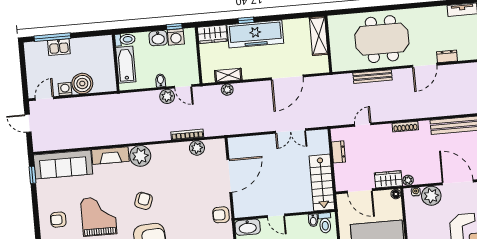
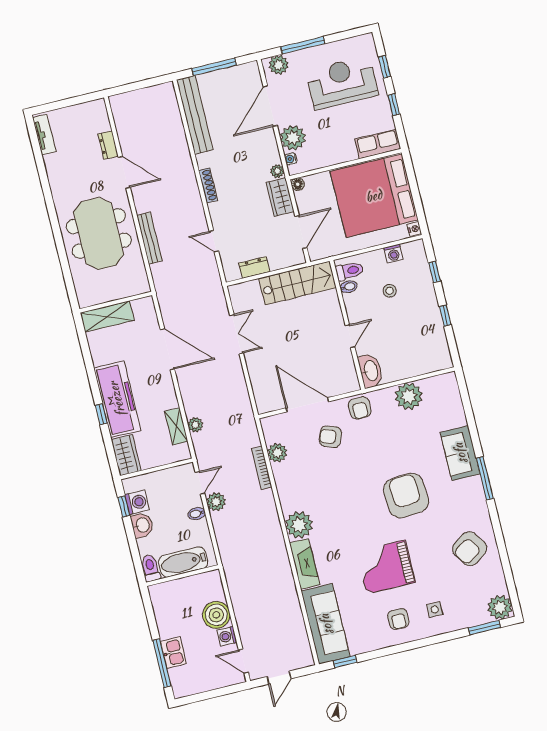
armchair: (144, 201) -> (330, 437), moved

